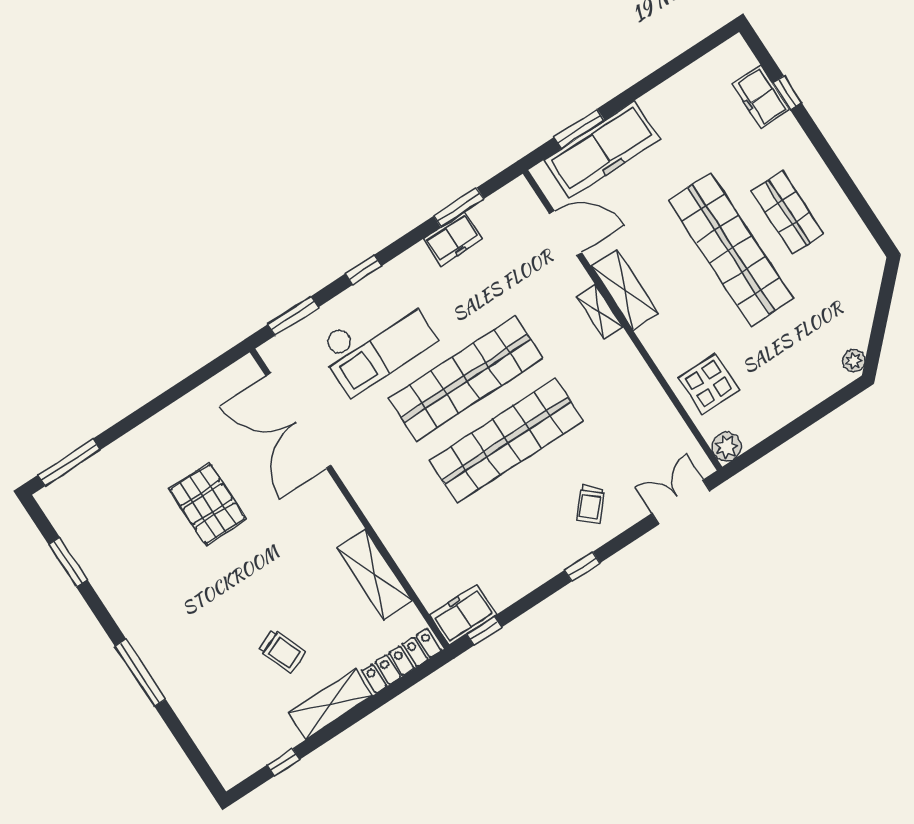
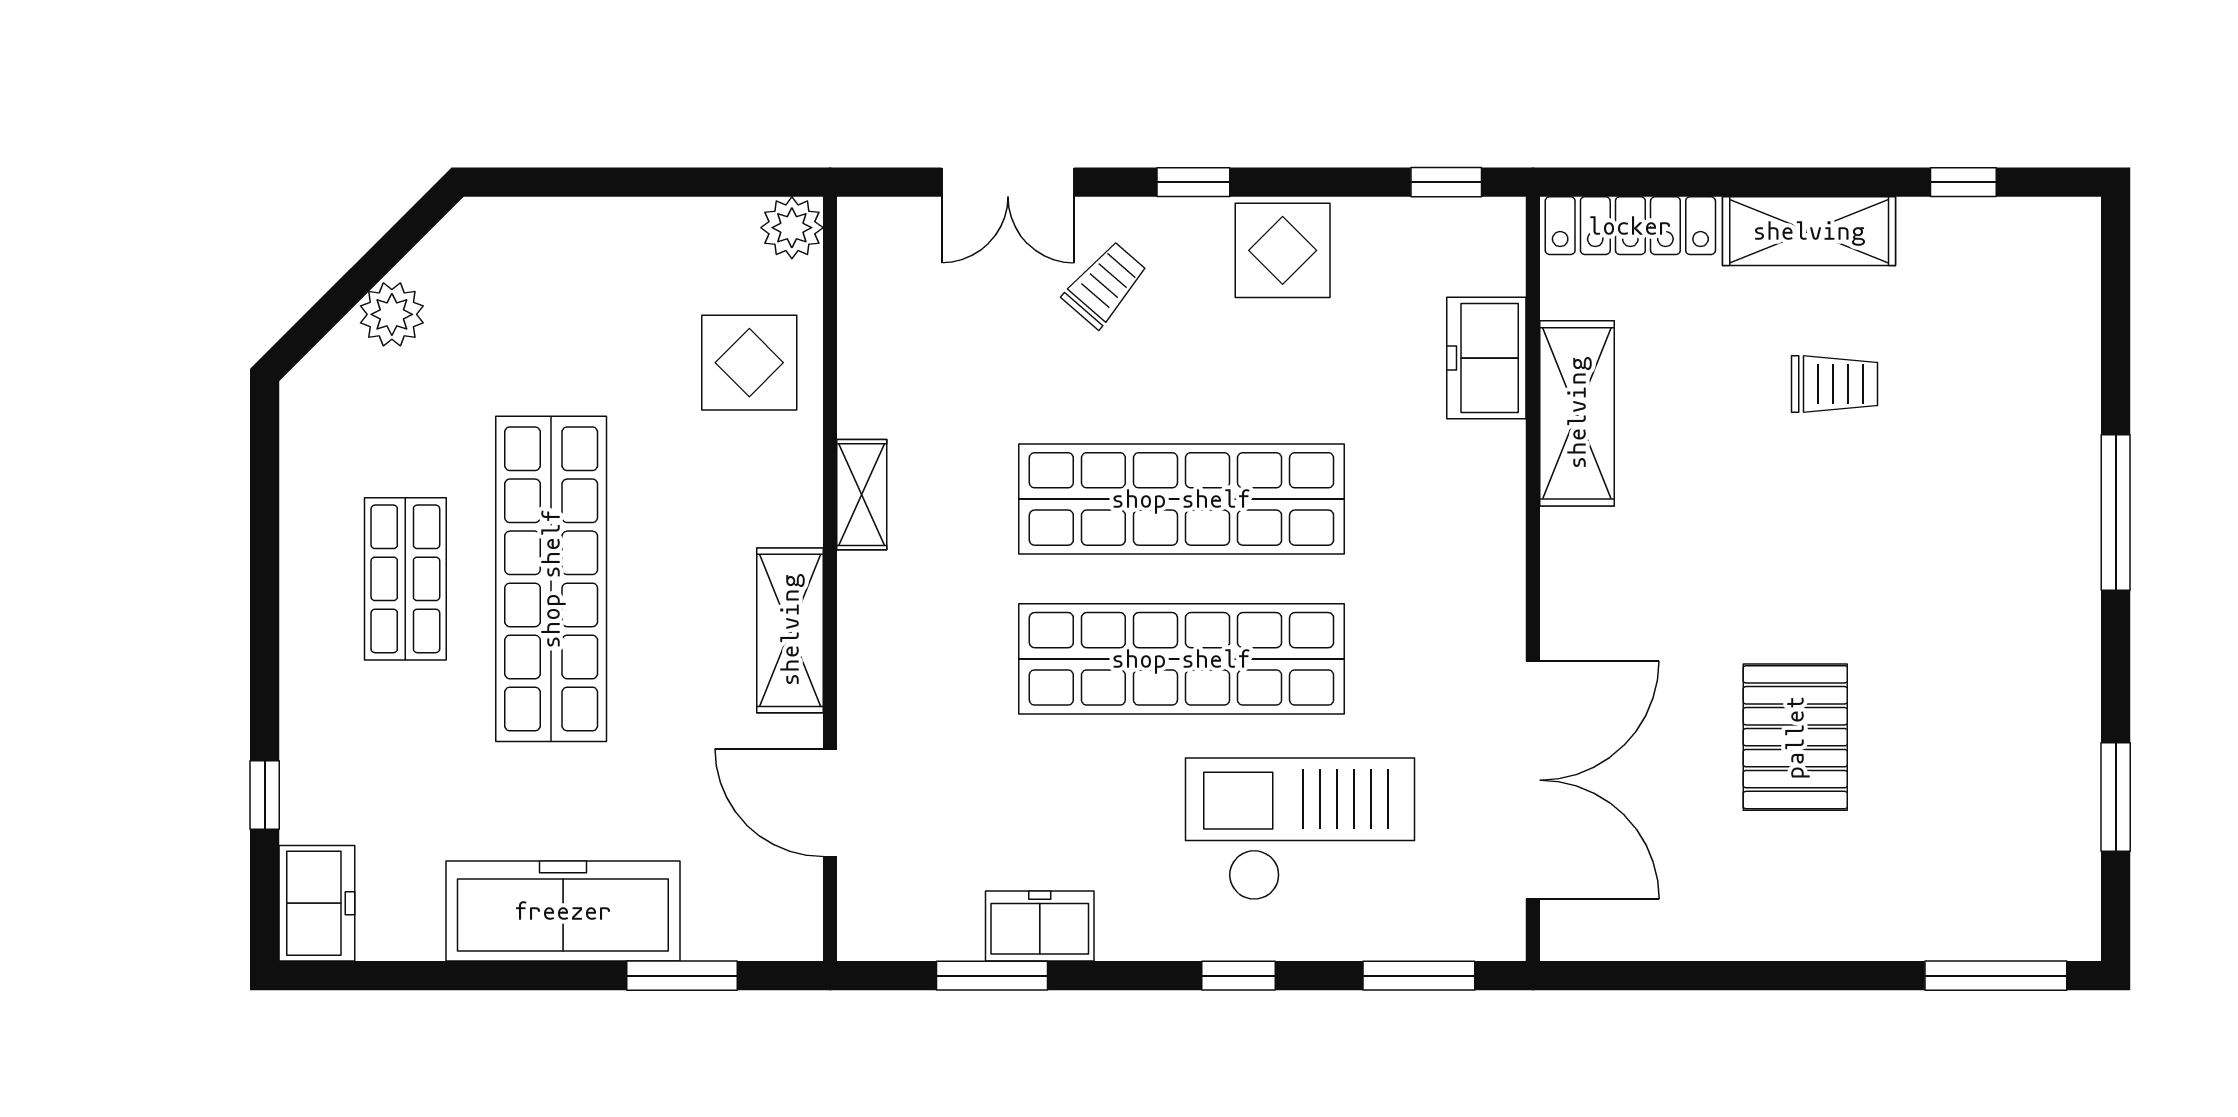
freezer: (761, 97) -> (317, 903), moved
freezer: (602, 149) -> (563, 911), moved
shelving: (599, 312) -> (862, 495), moved
plant: (854, 361) -> (392, 314), moved, width x1.38, depth x1.38
double door: (681, 502) -> (1008, 182), moved
display table: (530, 563) -> (1283, 250), added
freezer: (463, 615) -> (1486, 358), moved, turned 90
trolley: (282, 651) -> (1834, 384), turned 113

